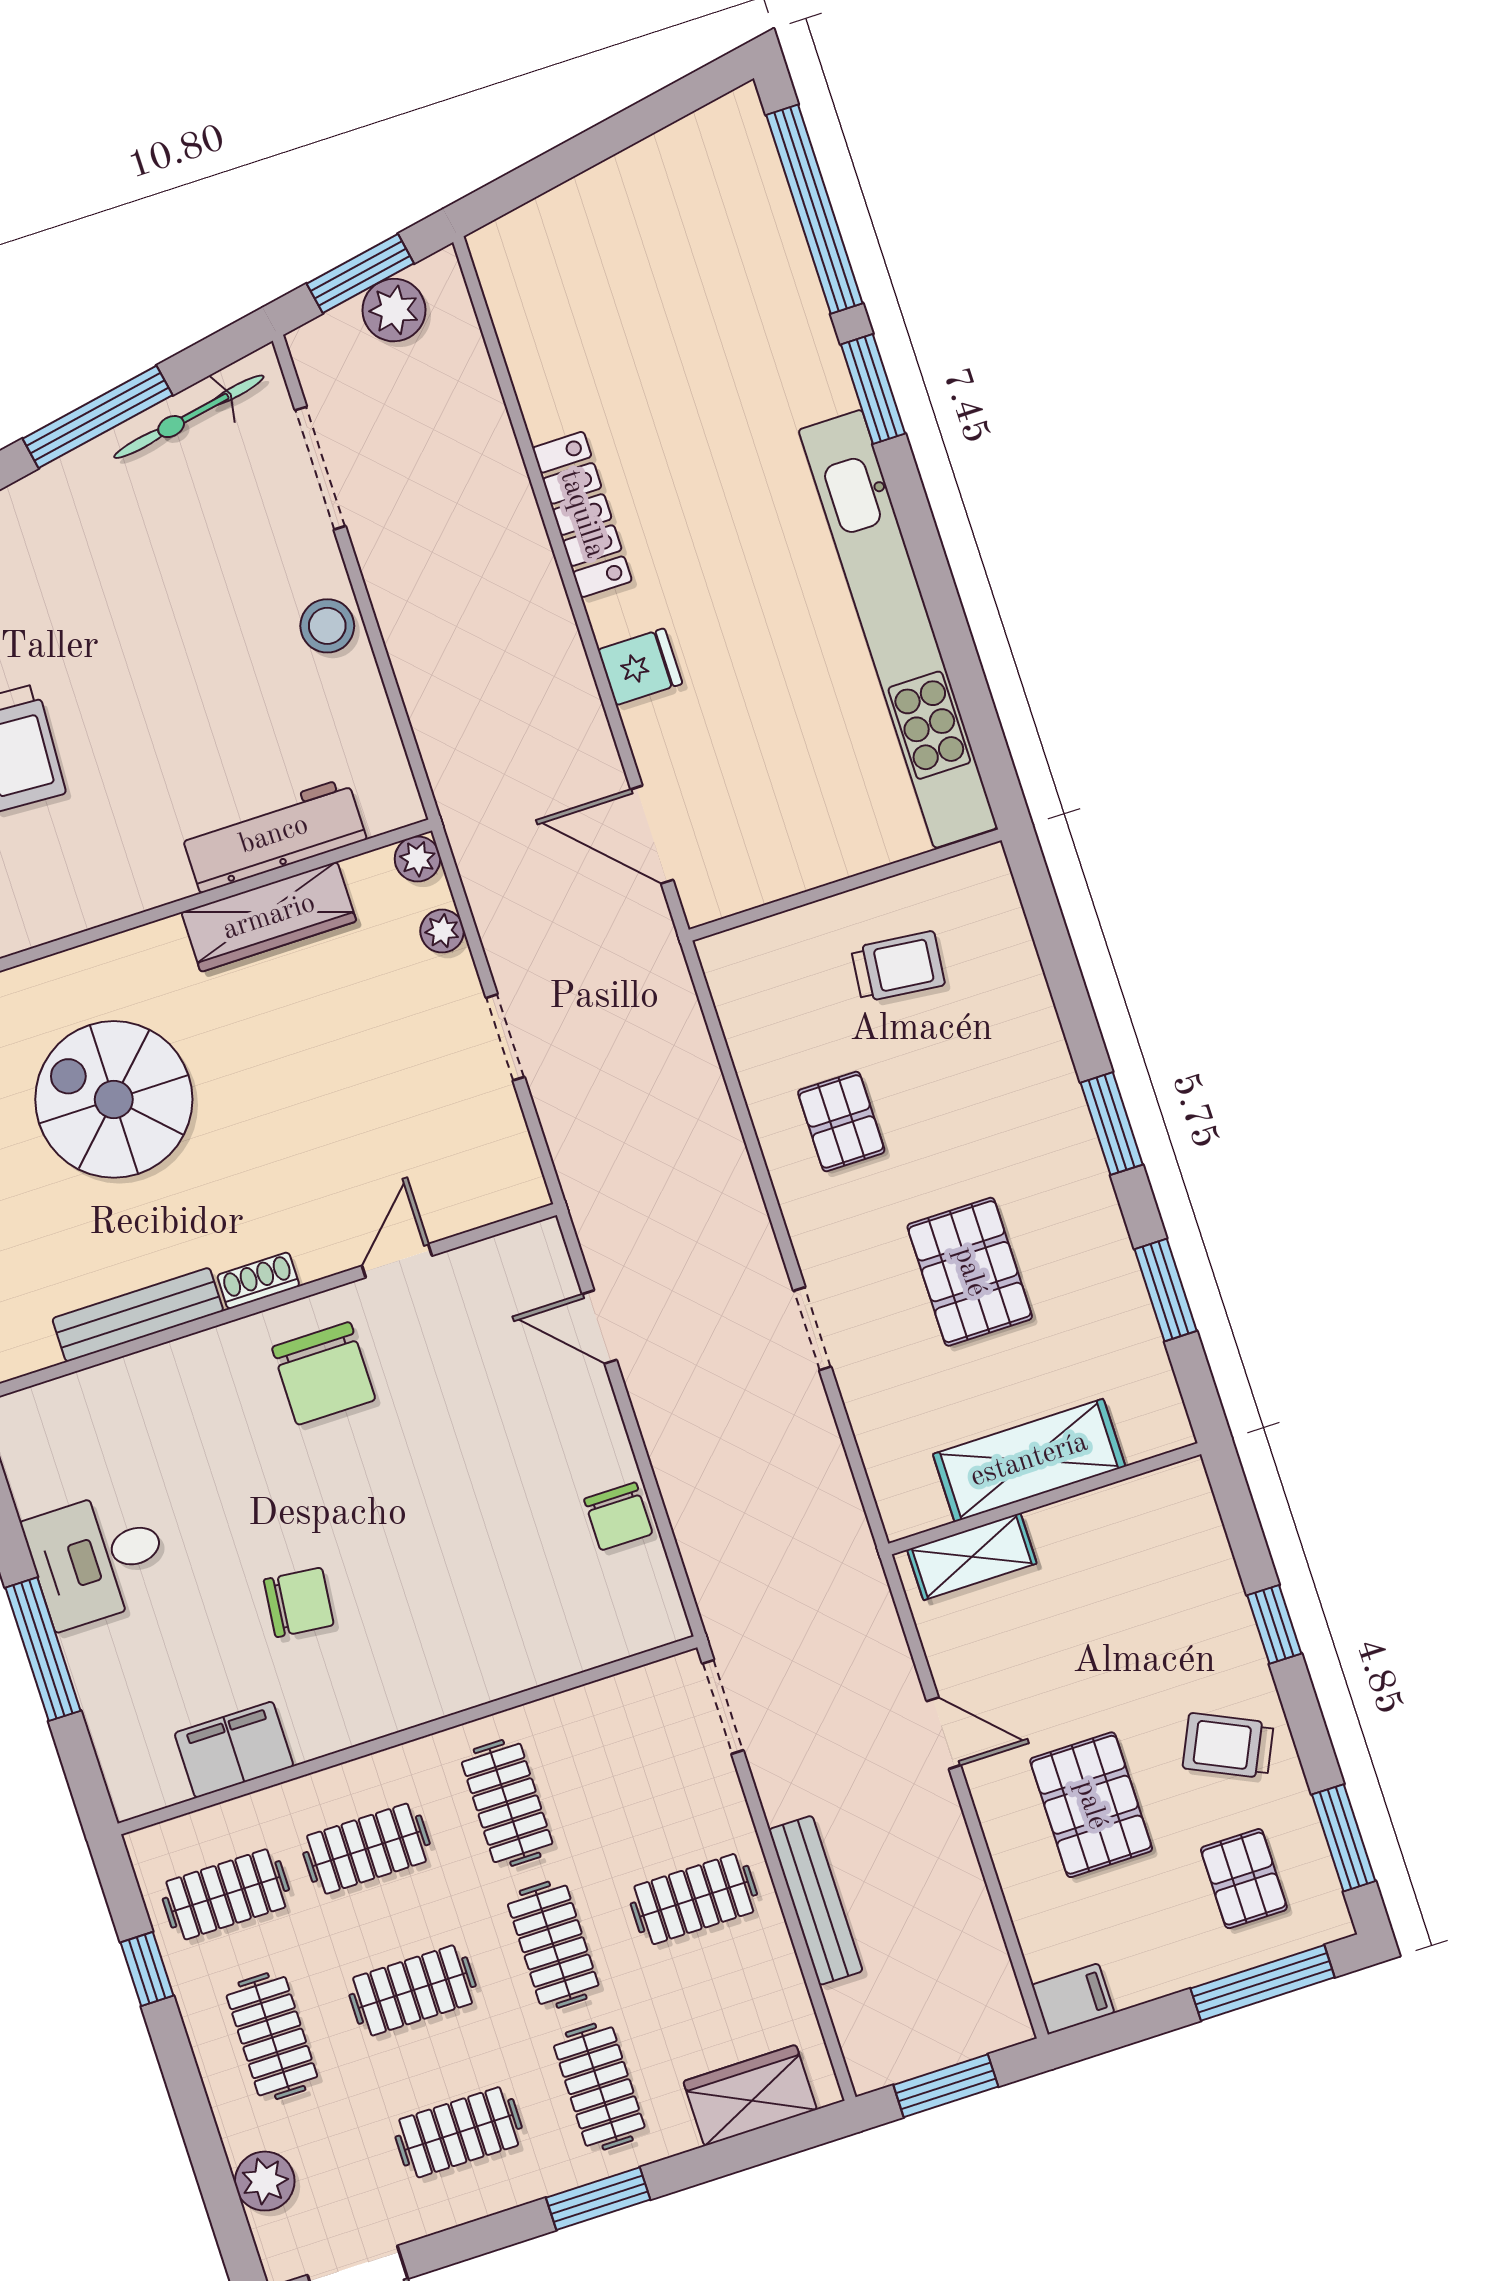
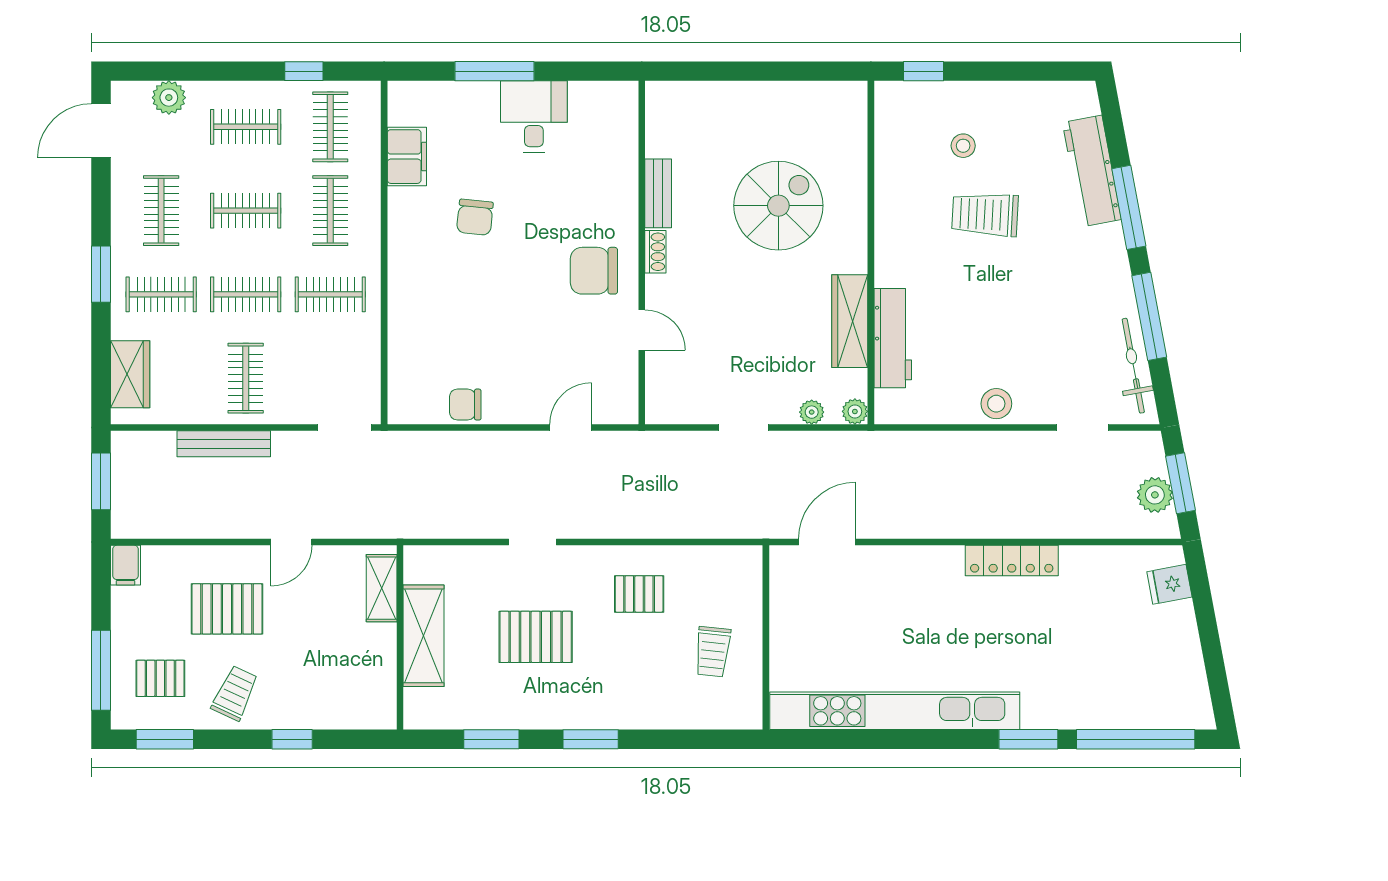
doorway: (320, 468) -> (1083, 427), width x0.73
fridge: (640, 667) -> (1169, 584), moved, turned 79
bench: (138, 1315) -> (658, 193), width x0.73
clothes rail: (413, 1990) -> (246, 211), turned 90

